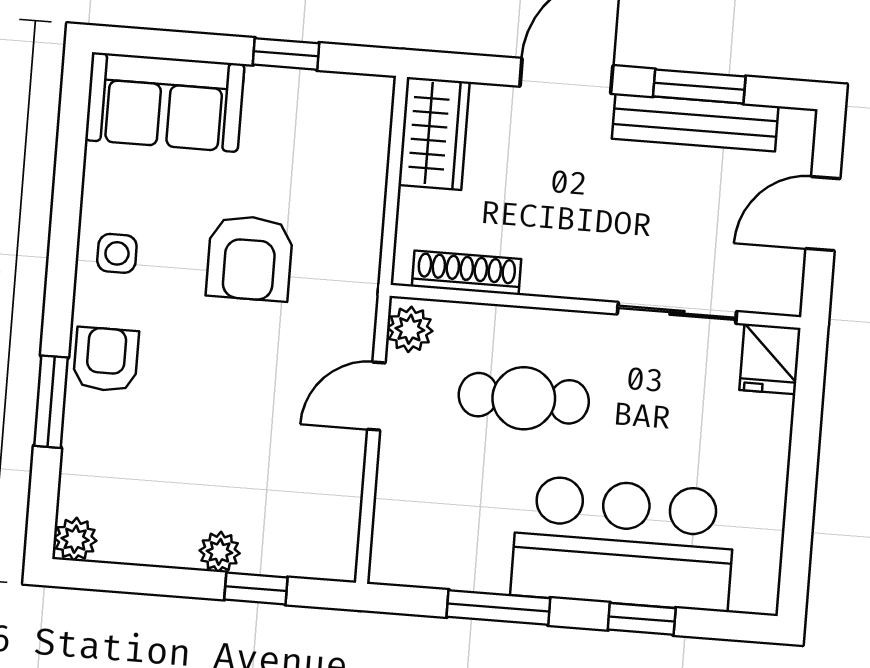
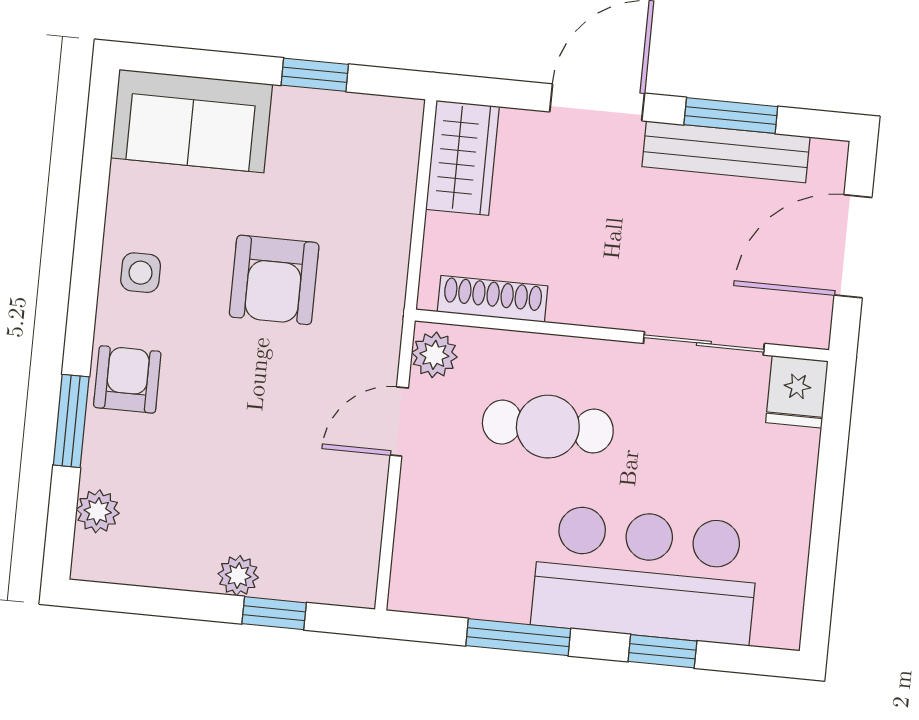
door: (823, 214) -> (853, 246), width x1.38
plant: (75, 539) -> (98, 511), moved

